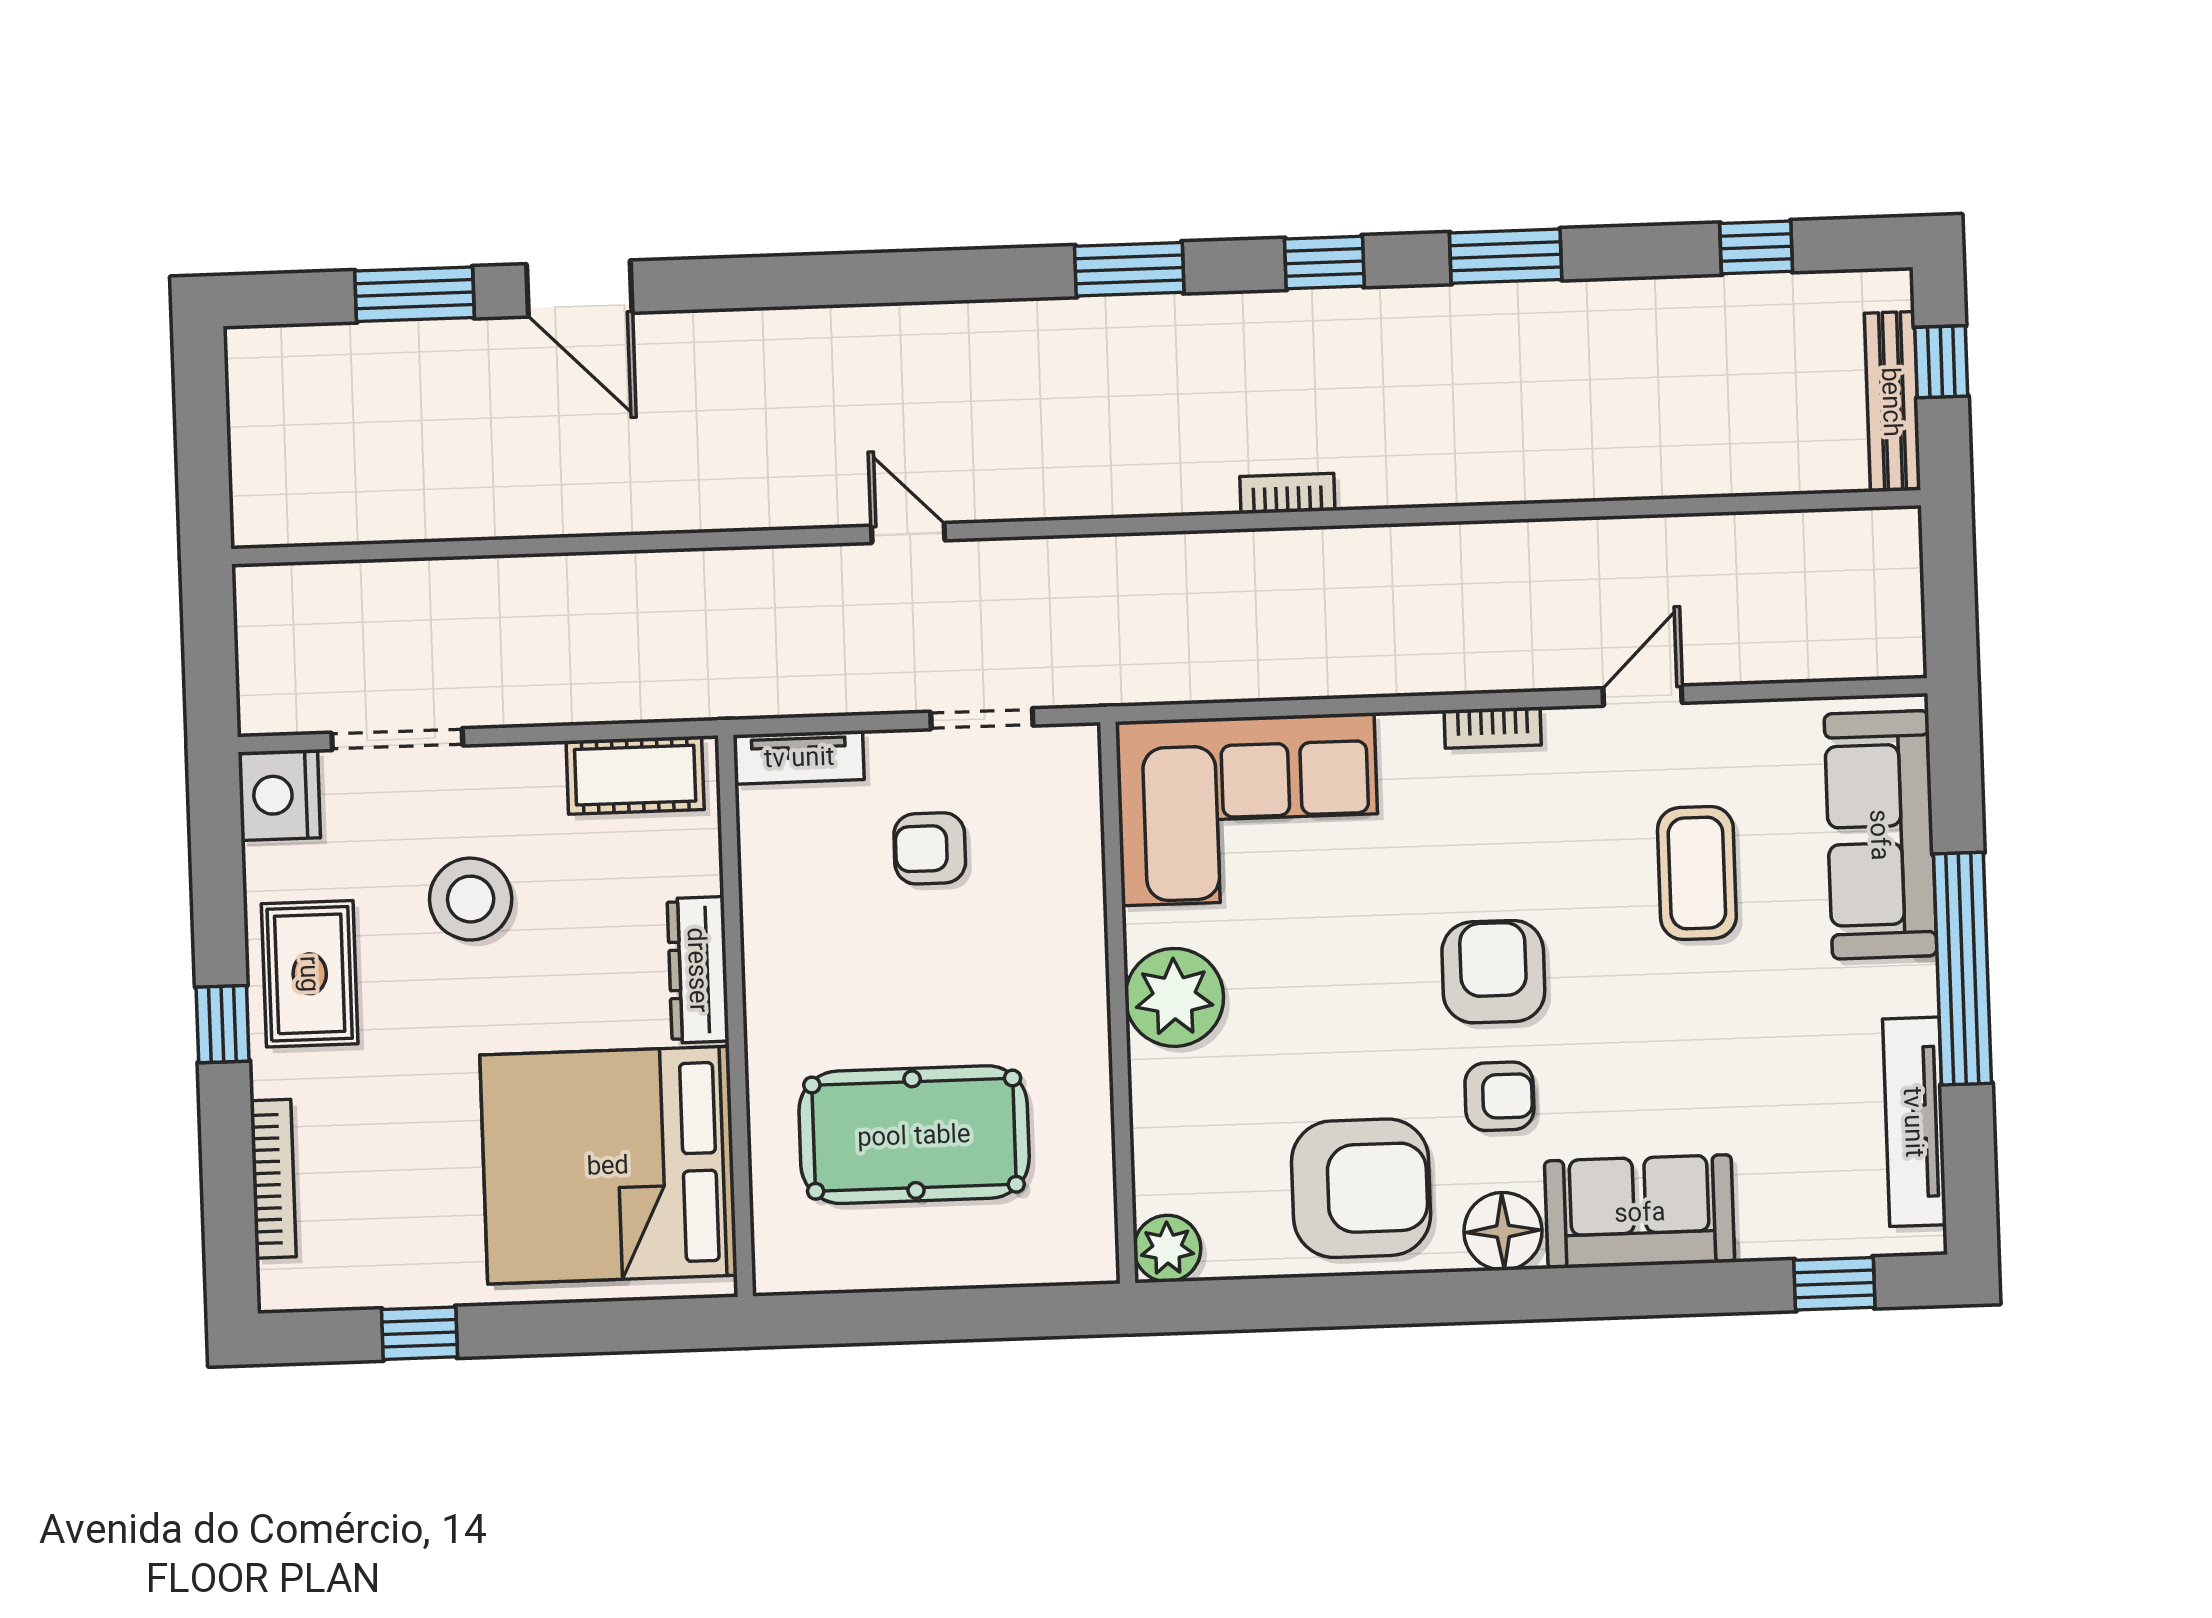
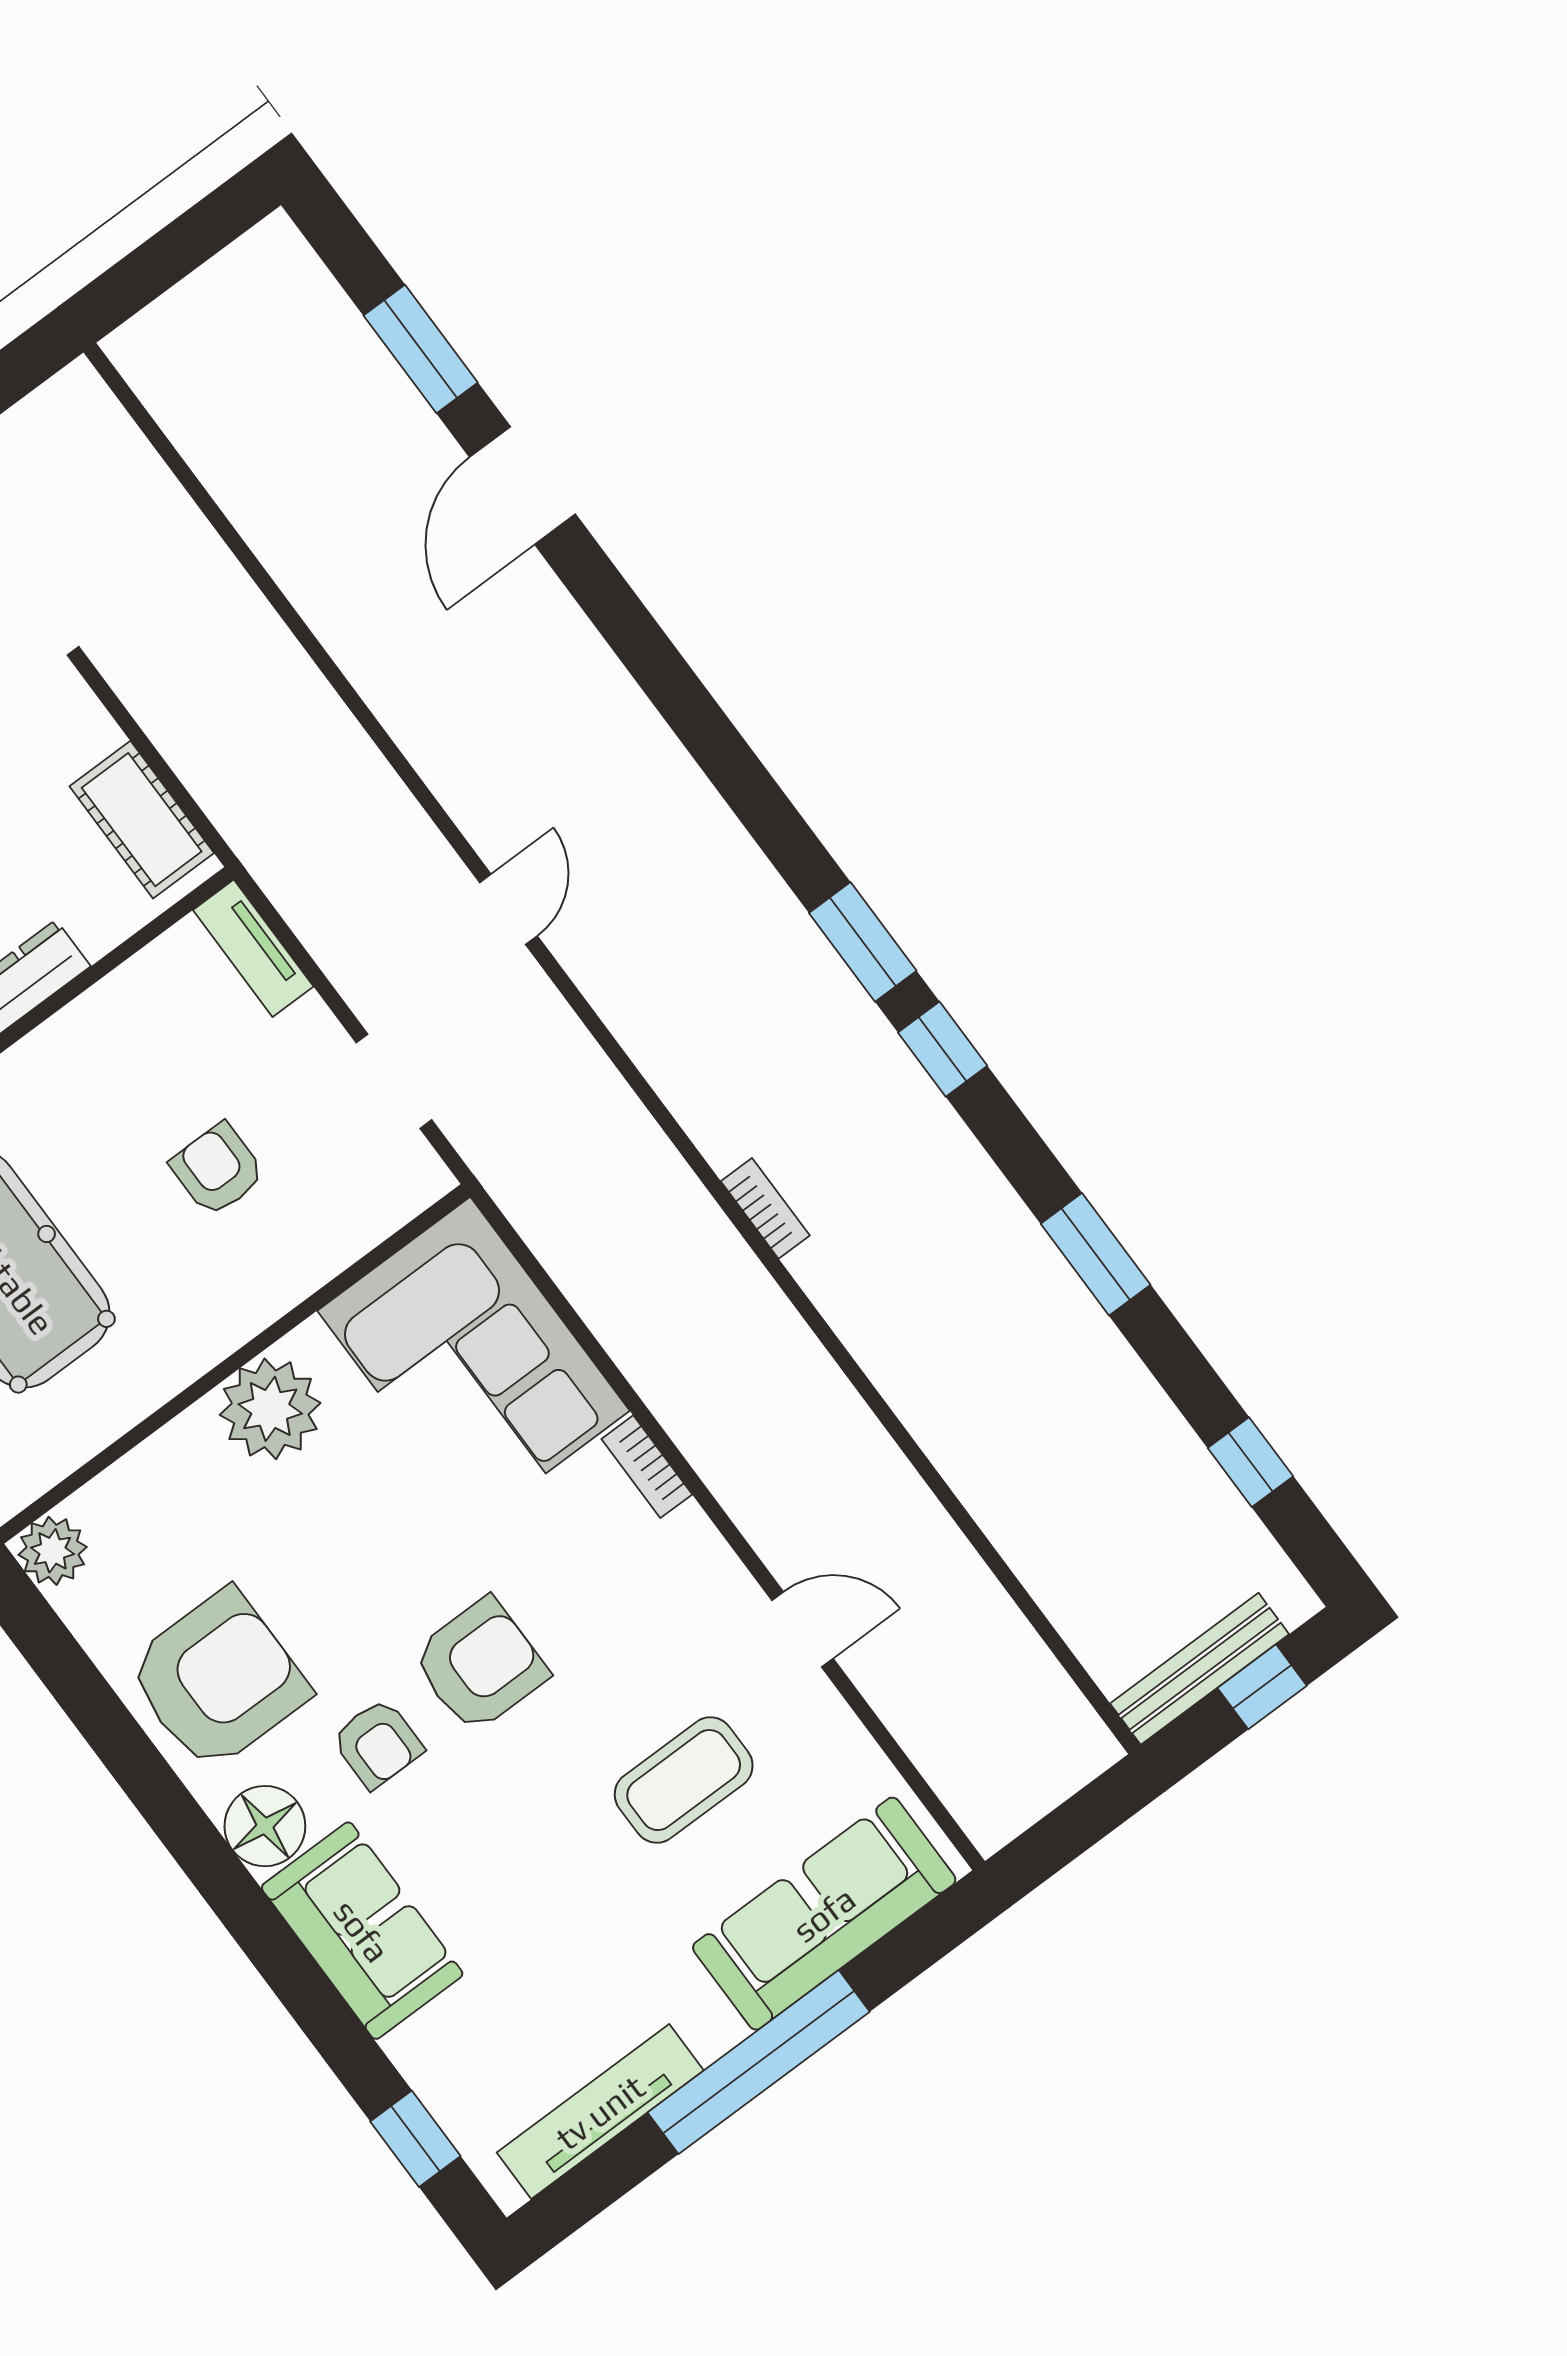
window: (1324, 262) -> (943, 1049), moved
bookcase: (1493, 728) -> (647, 1467), moved
armchair: (930, 848) -> (217, 1169), moved
armchair: (1361, 1188) -> (218, 1680), turned -90

